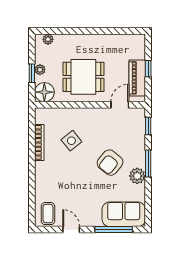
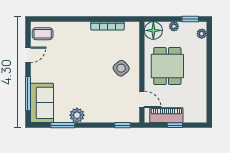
window: (32, 73) -> (190, 19), moved
side table: (71, 141) -> (121, 68), moved
armchair: (110, 163) -> (89, 90), removed
window: (148, 163) -> (63, 125), moved

